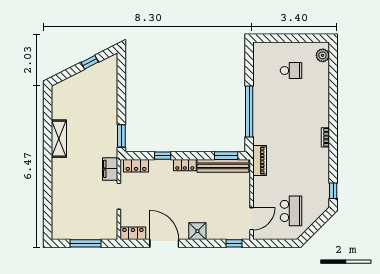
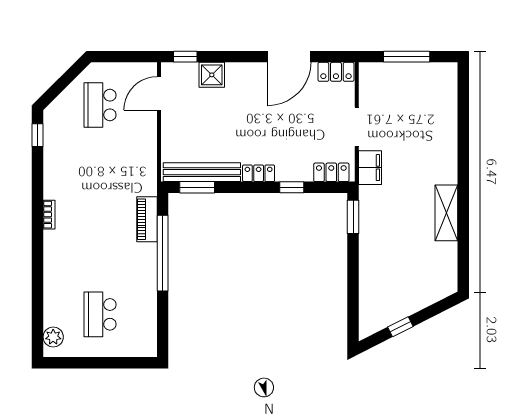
school desk: (291, 70) -> (100, 314), width x1.85
piano: (260, 160) -> (147, 219), moved
shower: (197, 231) -> (212, 75), moved
door: (164, 243) -> (289, 57), hinge flipped

